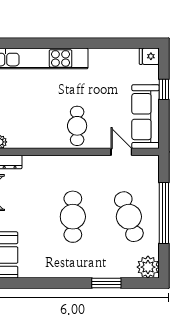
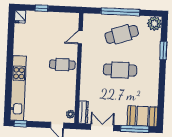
sofa: (146, 117) -> (58, 21), removed

